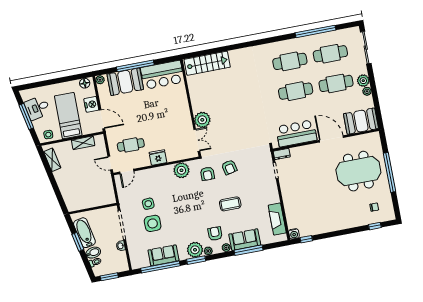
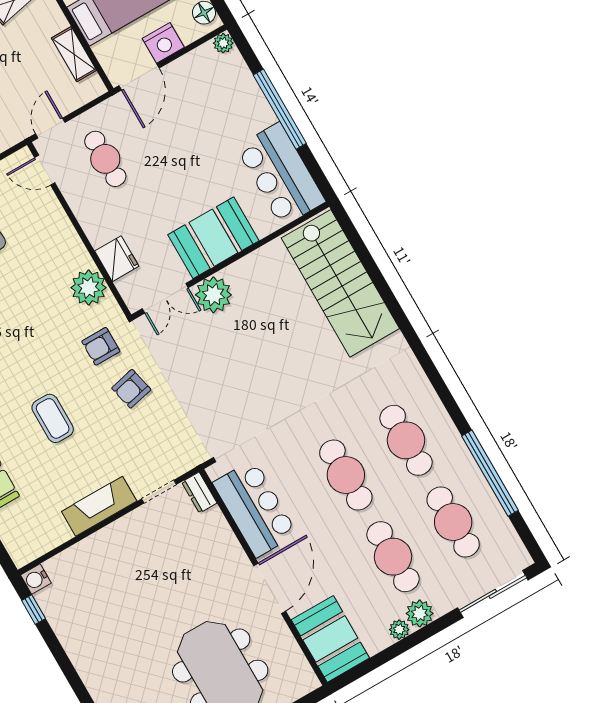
stairs: (207, 63) -> (340, 283), width x1.36, depth x1.51
booth: (125, 82) -> (213, 238), moved, turned 90
fridge: (158, 157) -> (117, 259), moved
fireplace: (277, 219) -> (99, 506), moved

